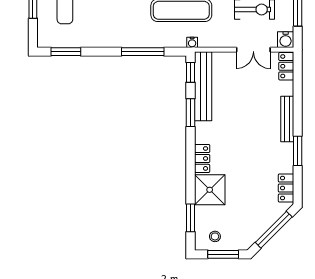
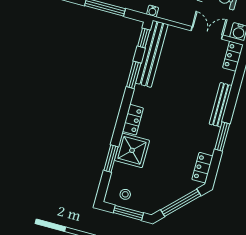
double door: (253, 50) -> (207, 33), swing flipped
window: (191, 218) -> (111, 158), moved

